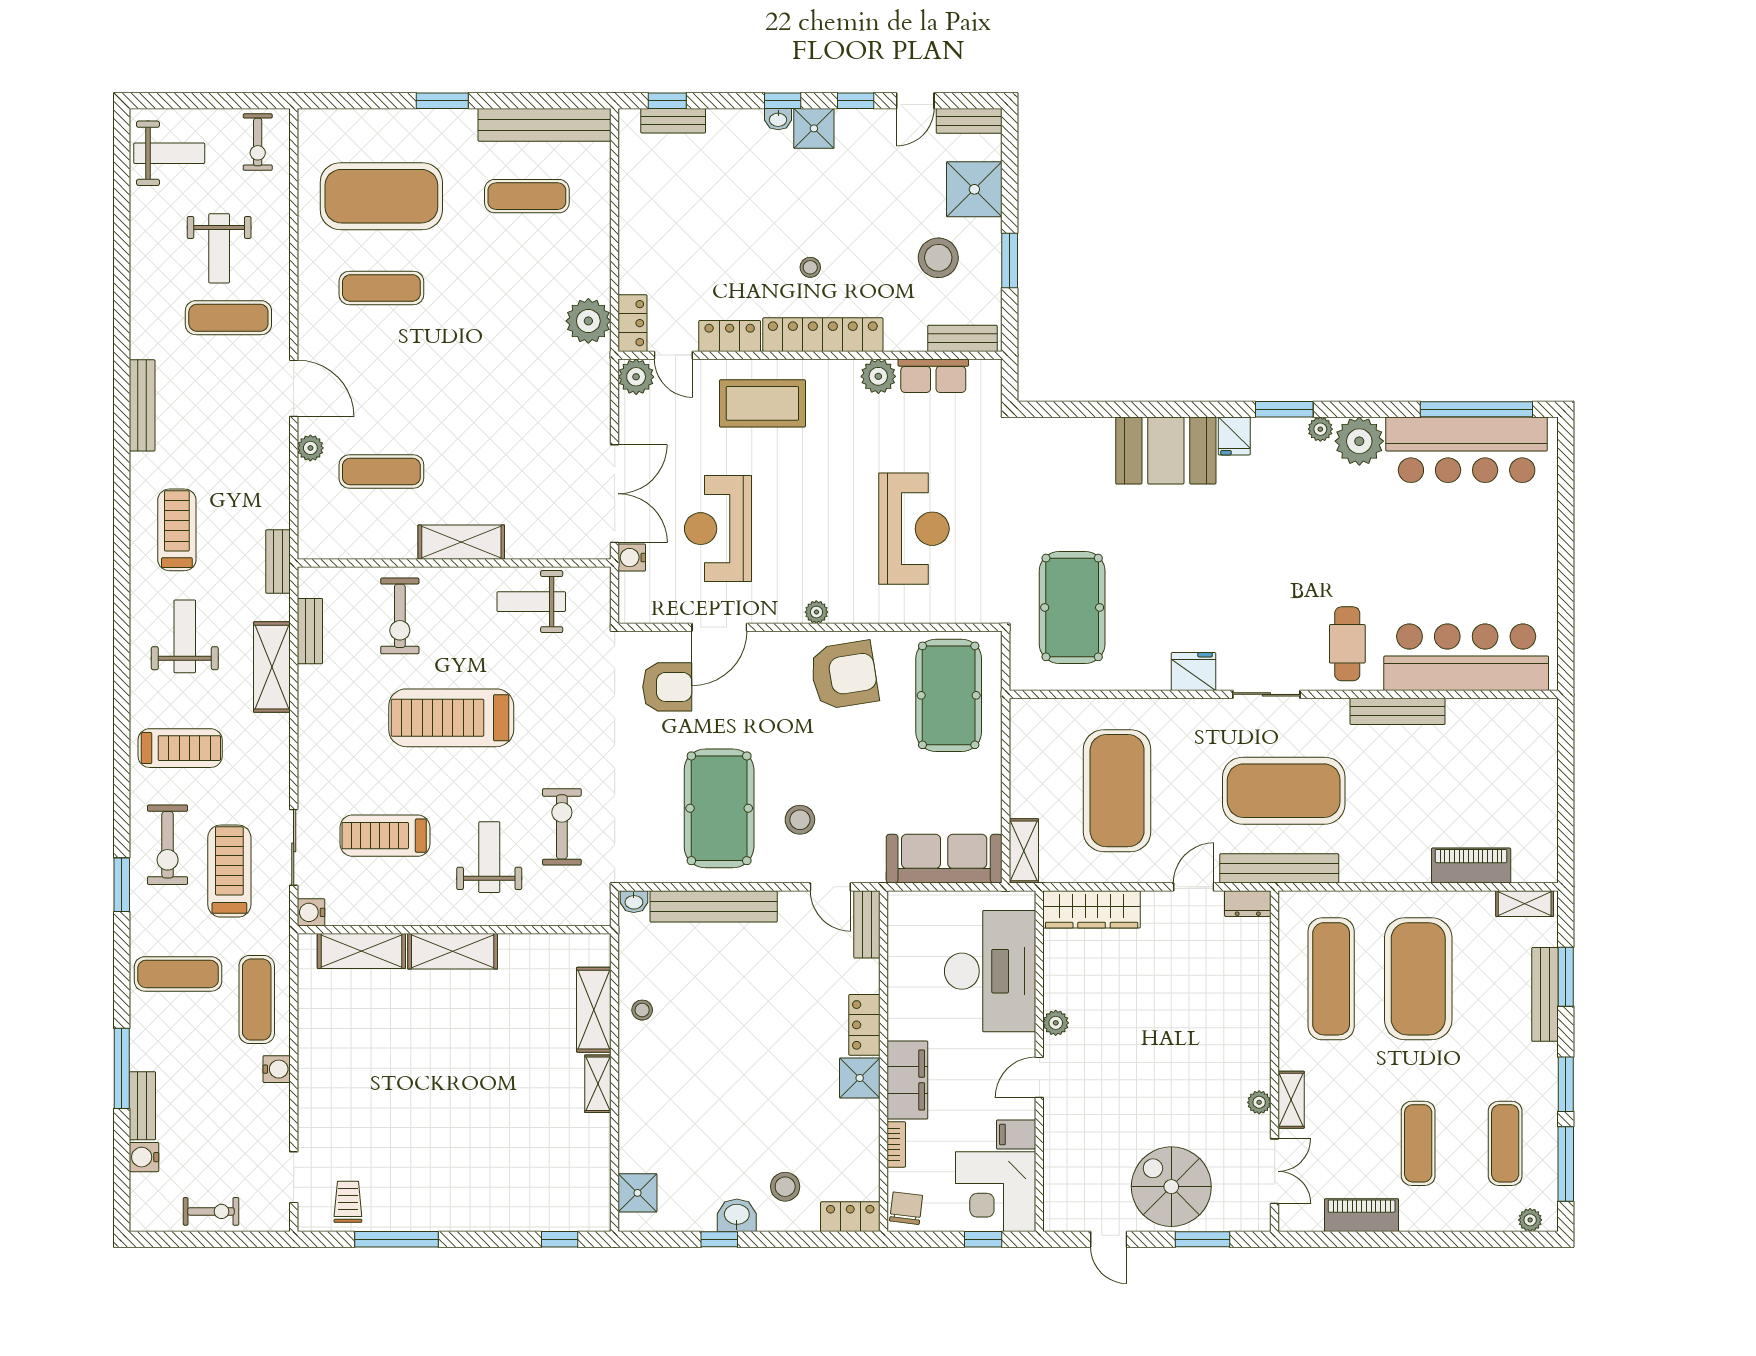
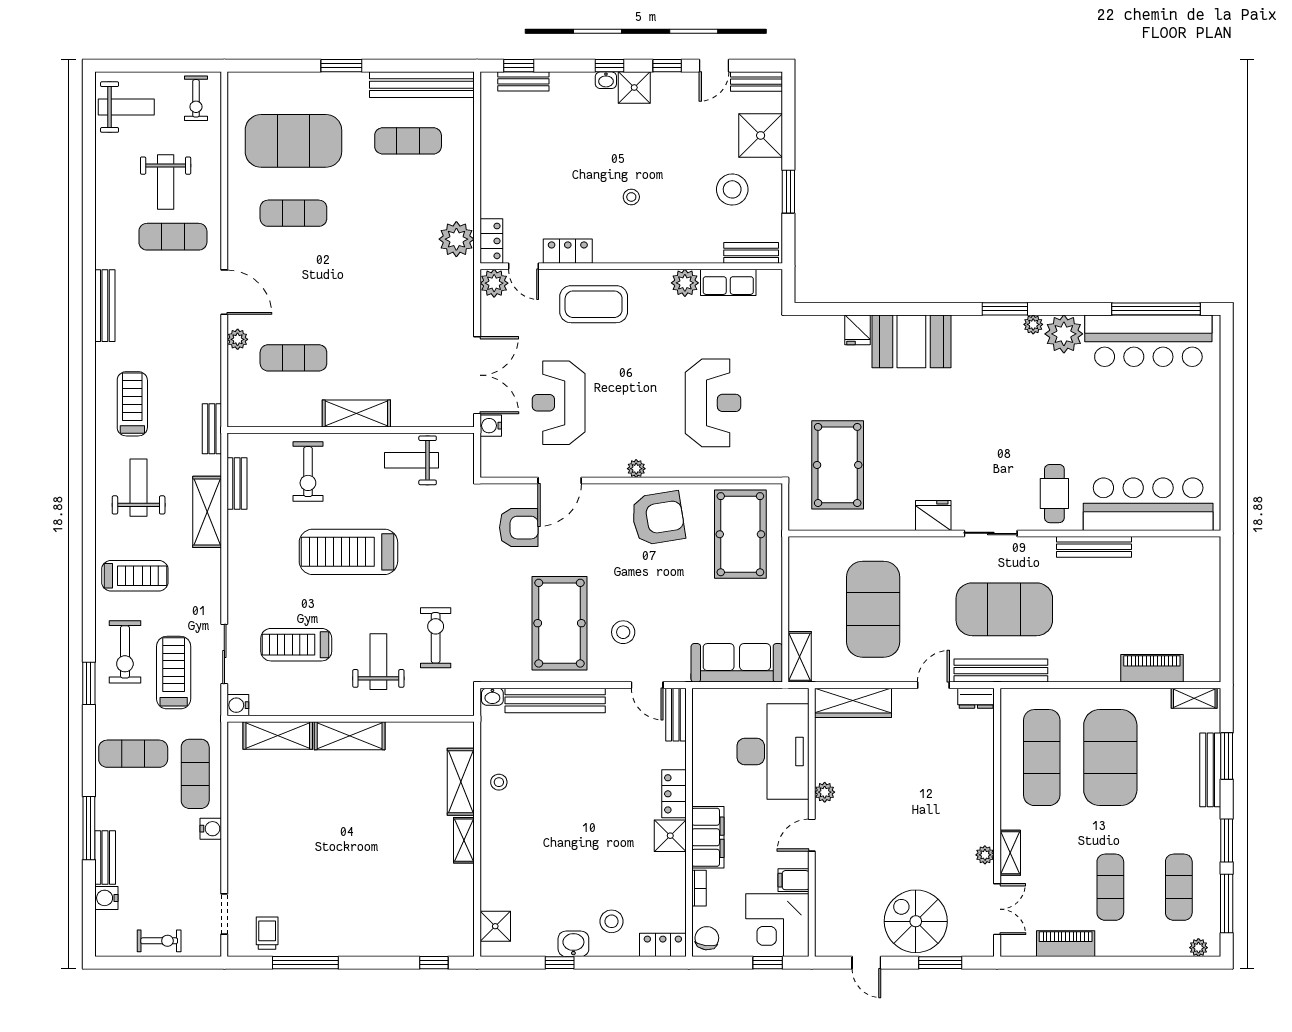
locker: (823, 335) -> (641, 250), removed
fridge: (1234, 436) -> (858, 330), moved

